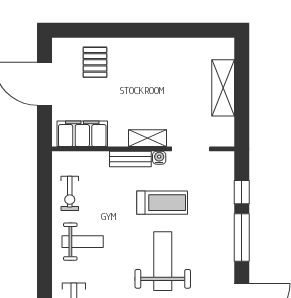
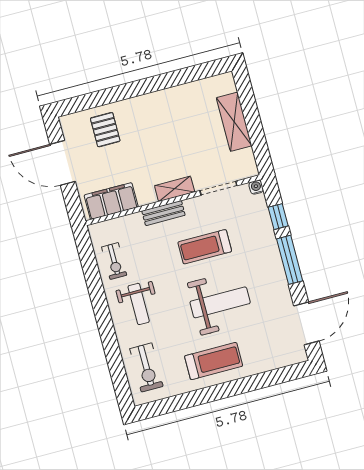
water cooler: (159, 158) -> (256, 187), moved
treadmill: (162, 203) -> (205, 247), turned 180
weight bench: (83, 242) -> (139, 304), turned 90
weight bench: (163, 261) -> (220, 302), turned 90

